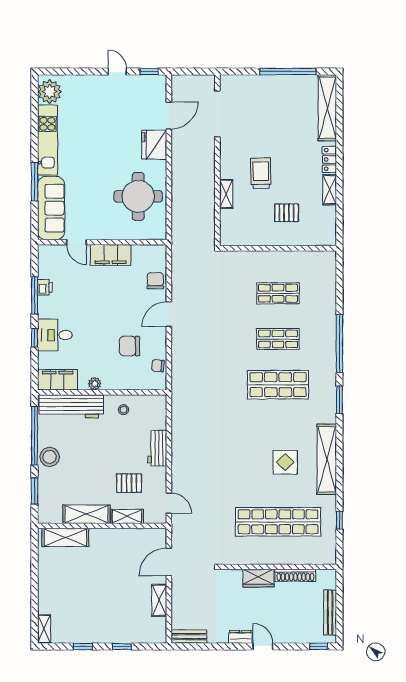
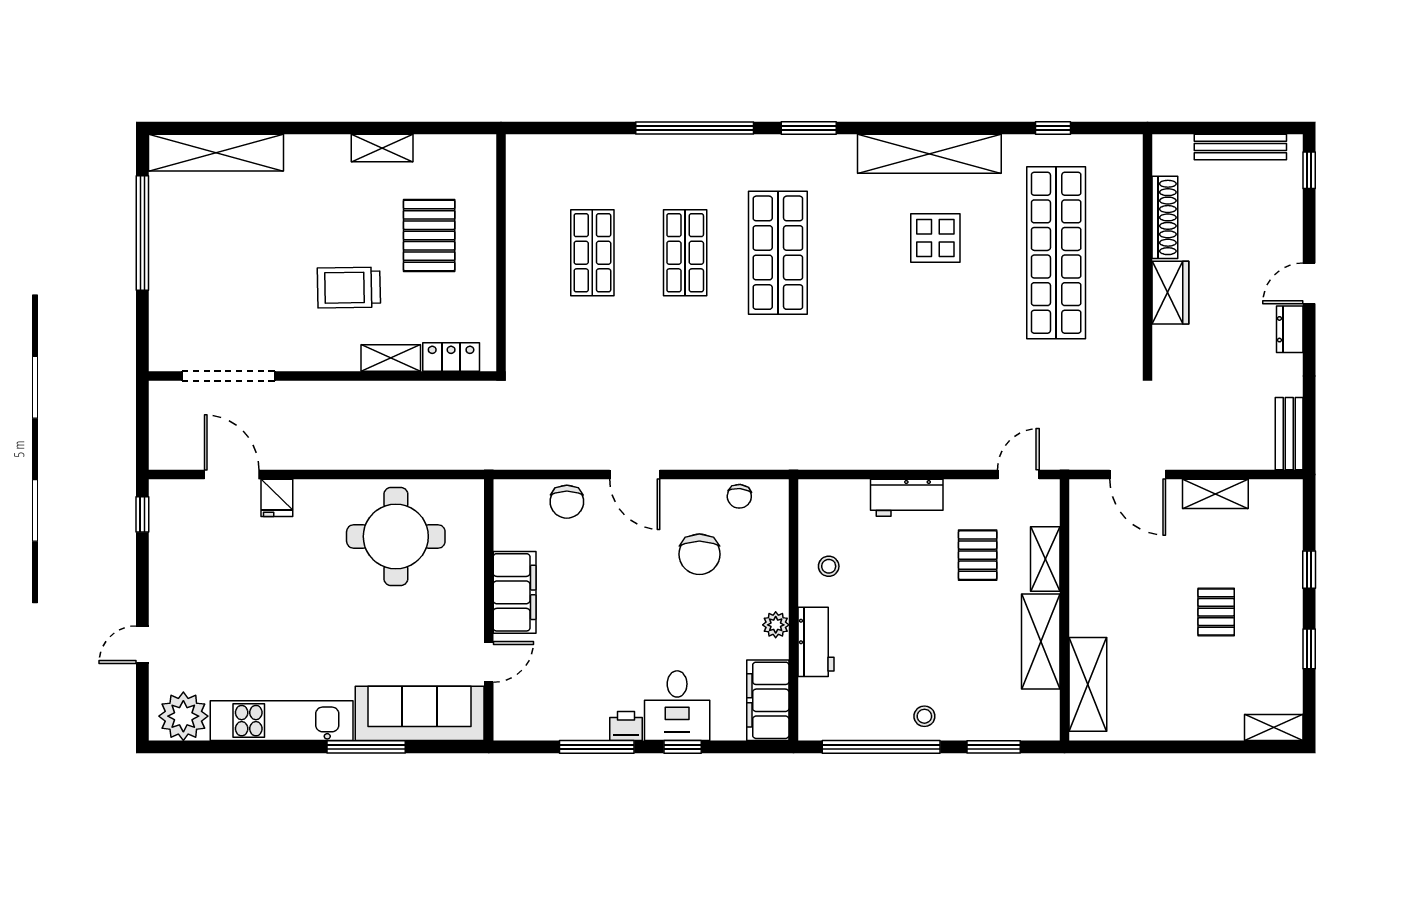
door: (117, 72) -> (142, 645), moved
fridge: (154, 145) -> (277, 498), width x0.53, depth x0.75
locker: (329, 159) -> (451, 357), moved, turned 180
pallet: (287, 213) -> (429, 235), width x1.50, depth x1.42
chair: (155, 281) -> (567, 502), turned -90
printer: (45, 287) -> (626, 726), moved
workbench: (71, 406) -> (816, 642), width x0.53, depth x0.76
stool: (50, 457) -> (924, 716), width x0.53, depth x0.53
pallet: (101, 601) -> (1216, 612), added

